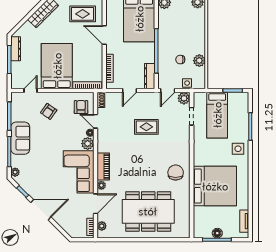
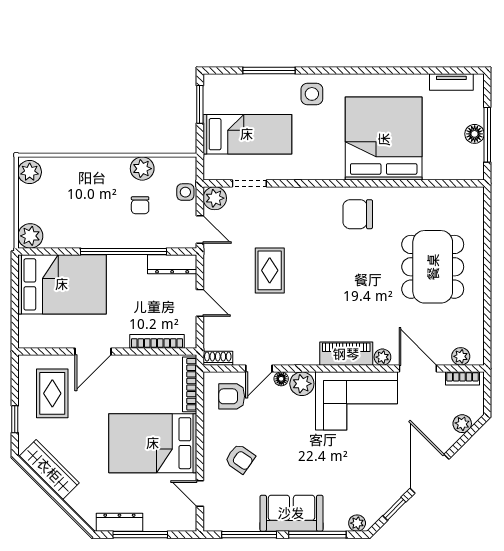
dining table: (148, 211) -> (433, 267), width x0.73, depth x0.80
plant: (67, 227) -> (462, 424), added

